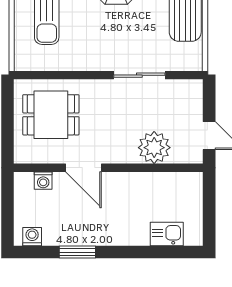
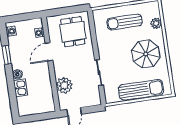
kitchen sink: (167, 234) -> (21, 88), moved
boiler: (119, 236) -> (17, 74), added

